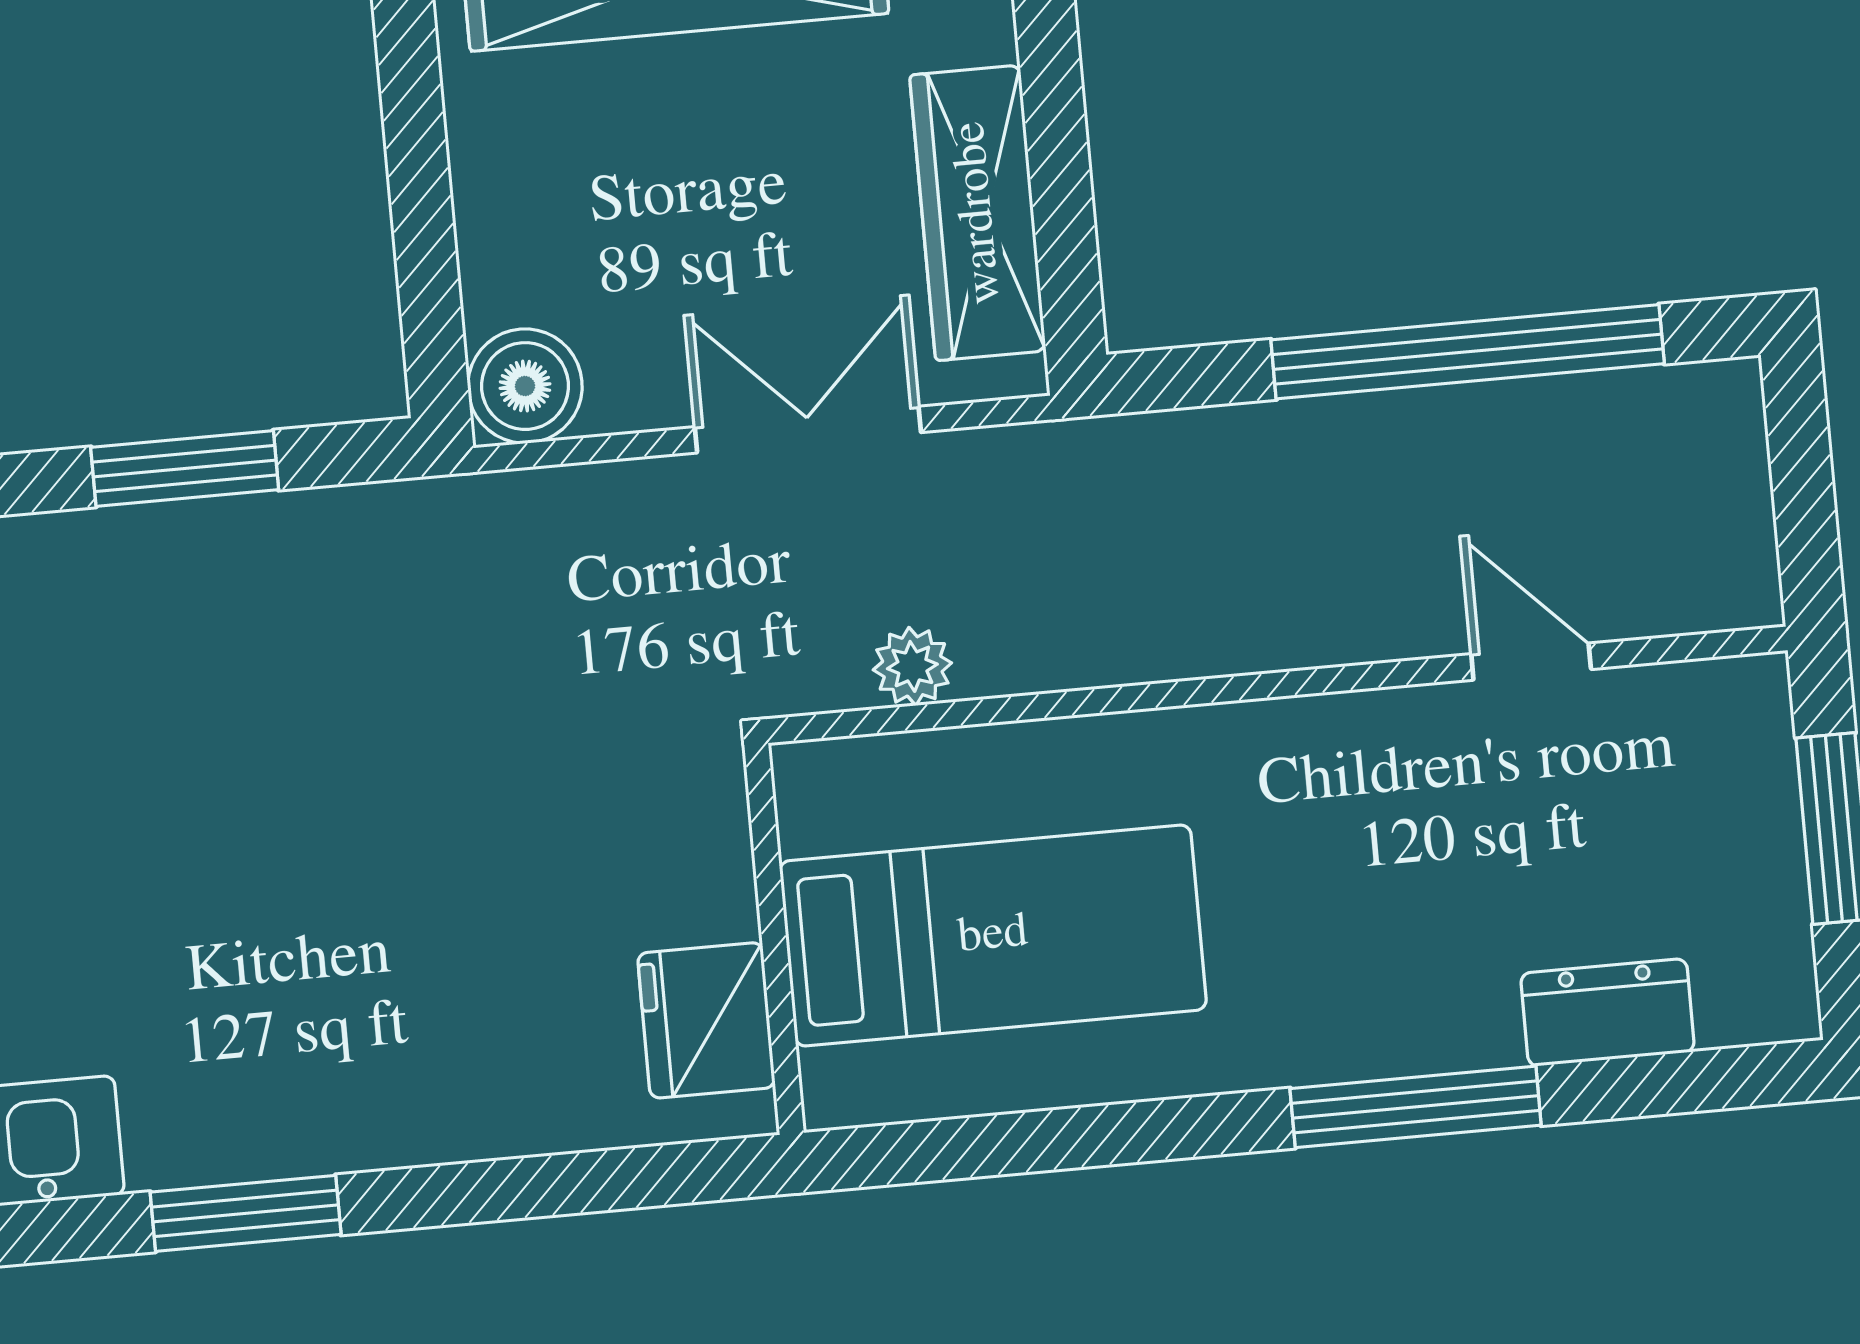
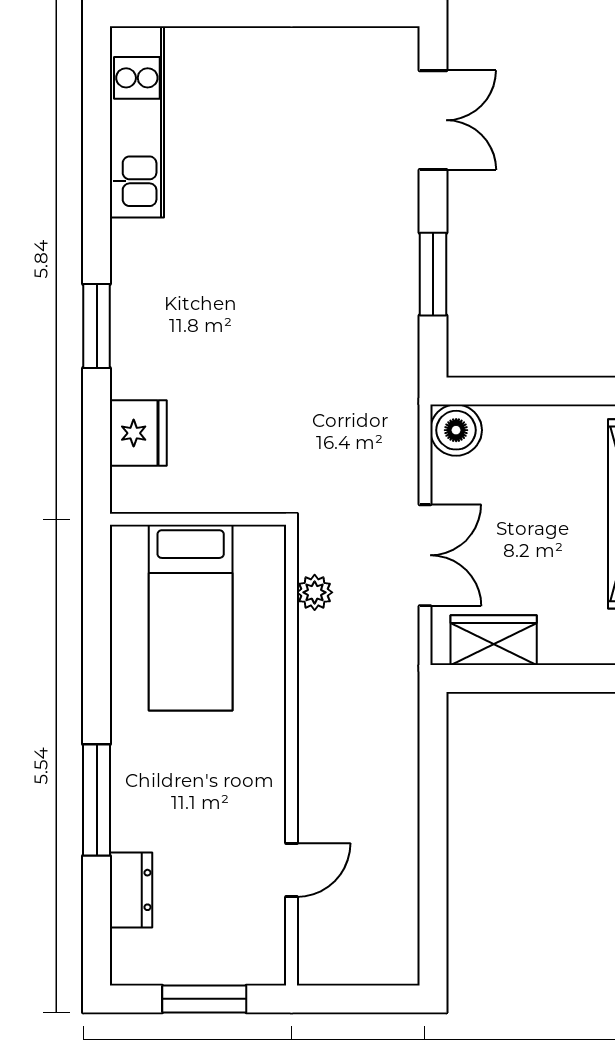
wardrobe: (978, 213) -> (494, 640), width x0.67
window: (1468, 352) -> (433, 854), removed
fridge: (706, 1020) -> (138, 433), moved, turned 90
window: (246, 1213) -> (97, 326), moved

